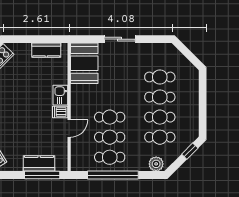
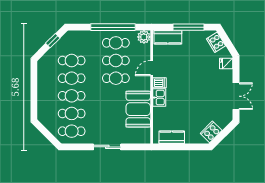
cafe table: (160, 57) -> (72, 131), added
booth: (84, 63) -> (138, 109), moved
window: (190, 151) -> (53, 41), moved
kitchen counter: (39, 163) -> (168, 37), moved
plant: (156, 164) -> (144, 37), moved
window: (42, 175) -> (189, 27), moved

